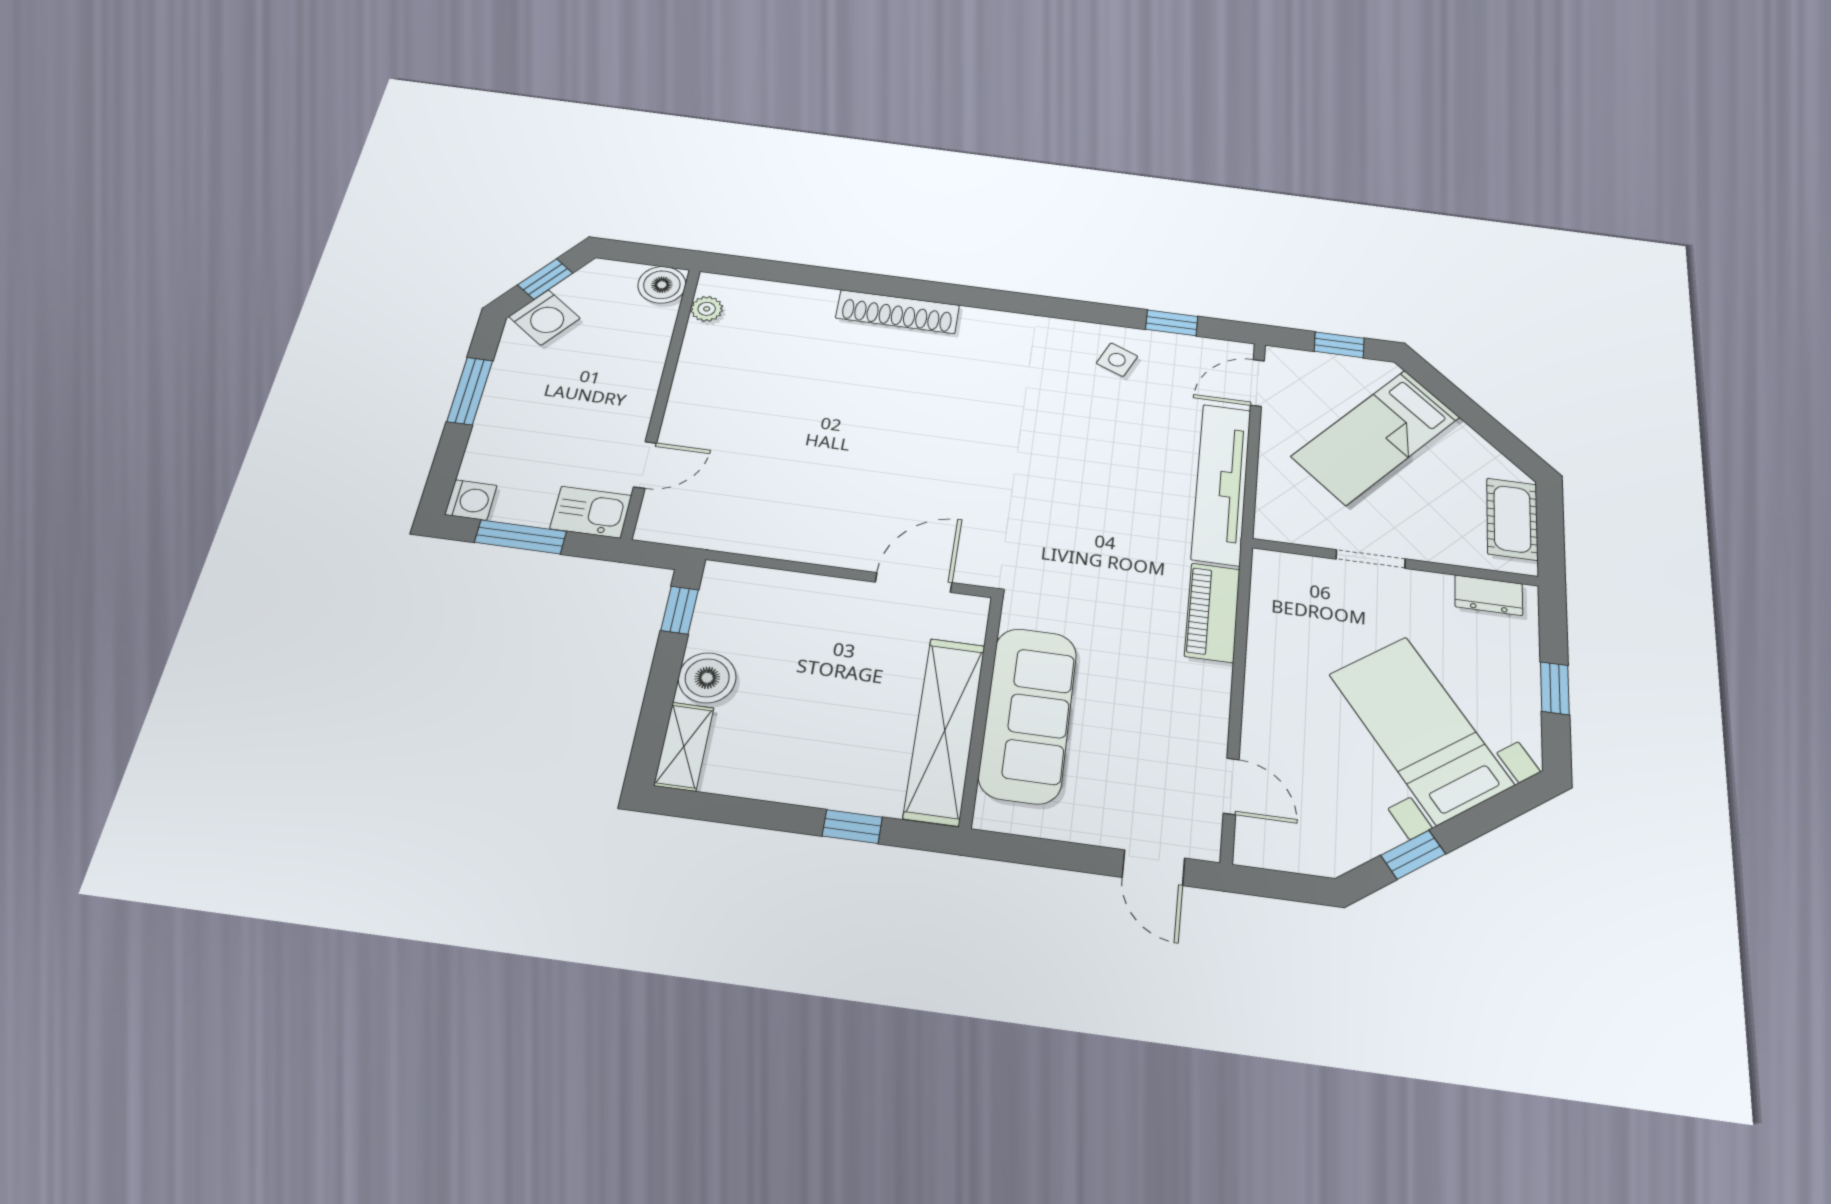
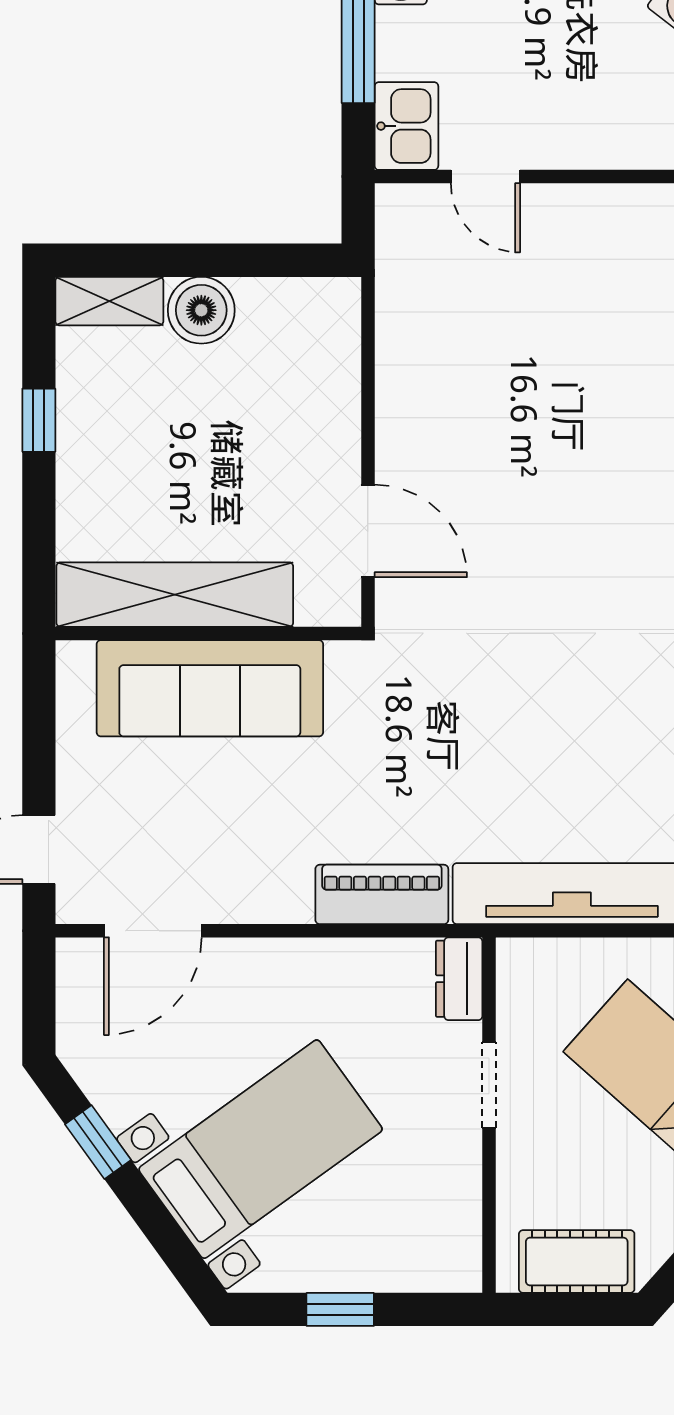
dresser: (1489, 595) -> (459, 979), moved
window: (680, 610) -> (286, 260), removed
door: (1231, 786) -> (153, 931), width x1.38
window: (852, 827) -> (39, 420), moved

